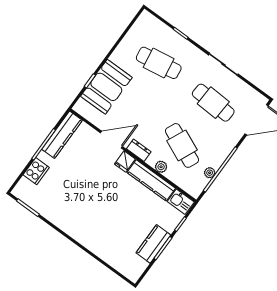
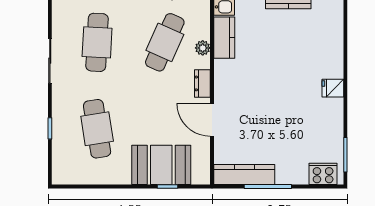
fridge: (125, 161) -> (333, 88), moved, turned 180
cooker: (36, 171) -> (323, 174), moved
kitchen counter: (151, 180) -> (224, 38), width x0.67

